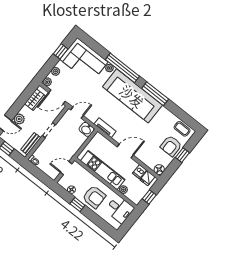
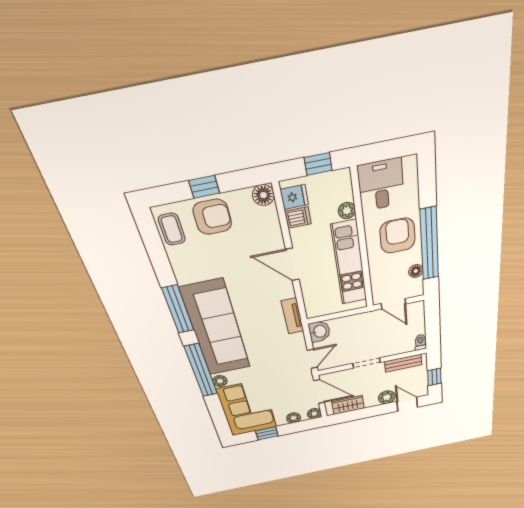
door: (77, 113) -> (312, 359), swing flipped
window: (77, 205) -> (429, 244), width x3.17

